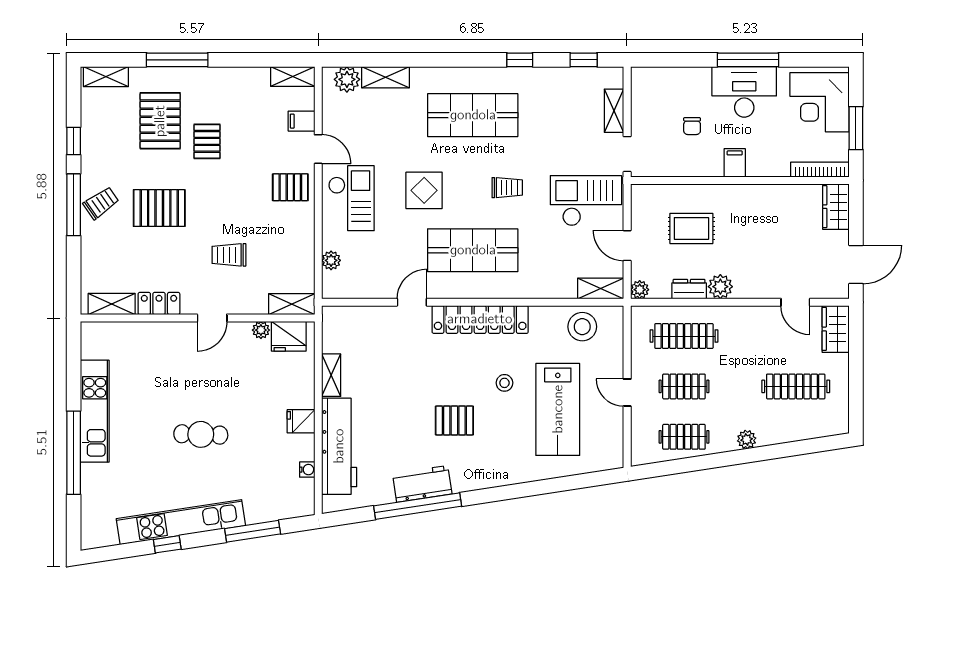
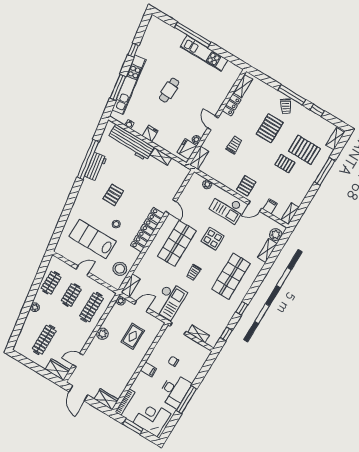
dresser: (689, 289) -> (109, 321), removed
kitchen unit: (181, 522) -> (129, 85), moved

